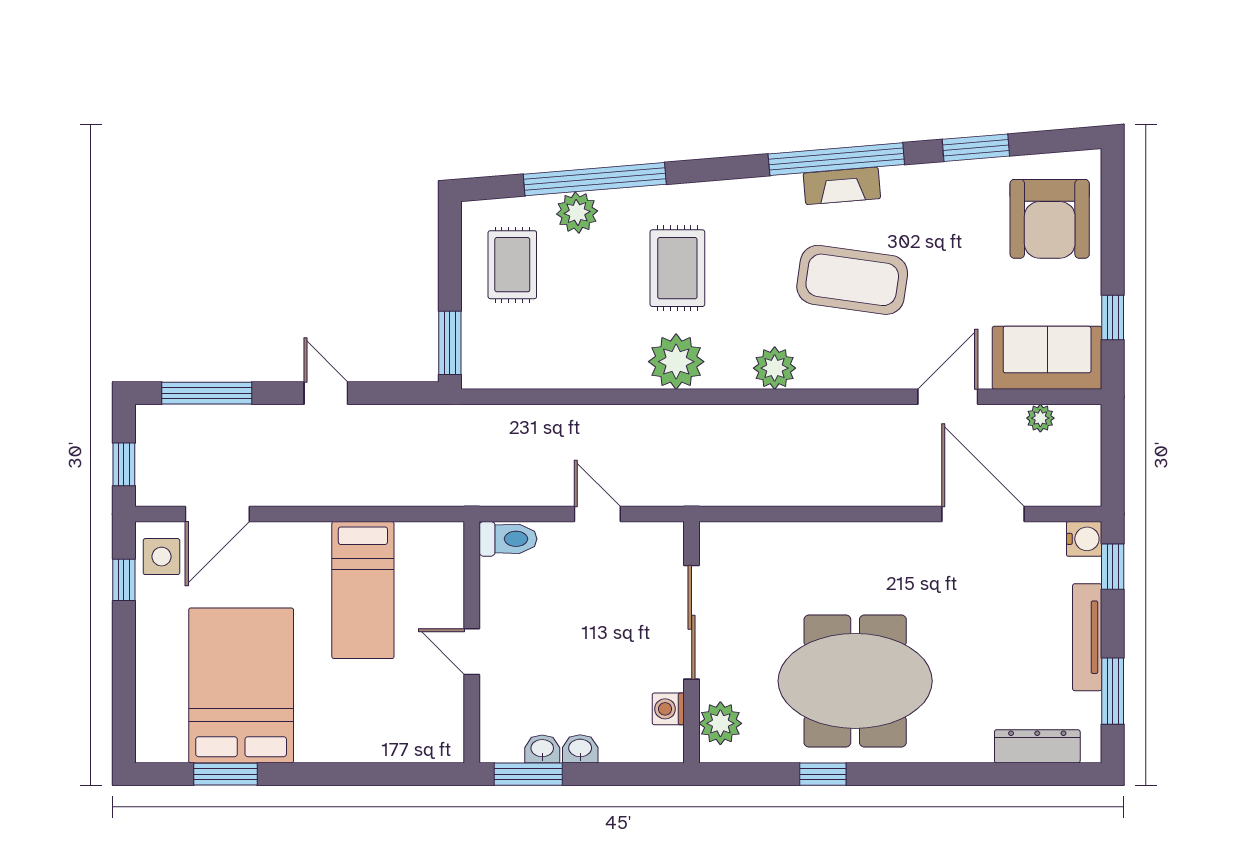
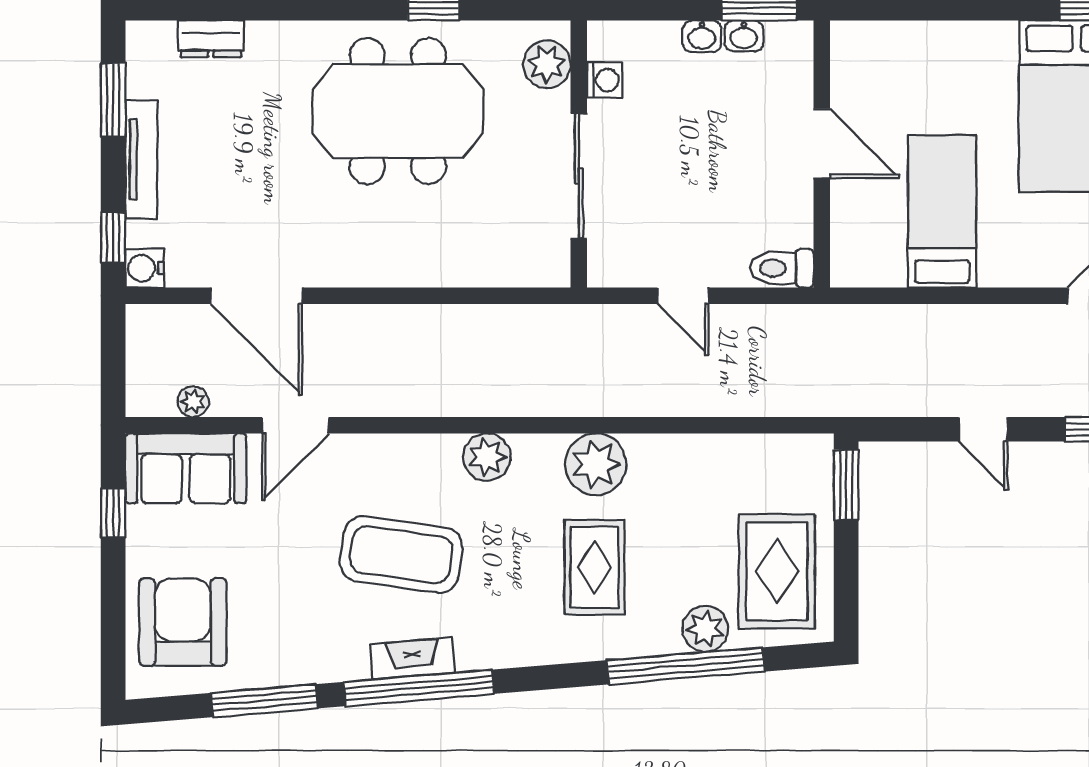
window: (976, 148) -> (264, 701), width x1.44
rug: (512, 265) -> (777, 571), width x1.36, depth x1.43
door: (472, 652) -> (822, 143), width x1.38
dresser: (1037, 746) -> (211, 39), width x0.70

